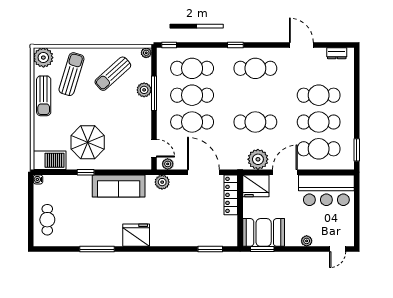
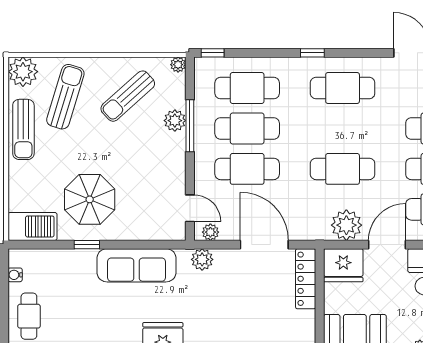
water cooler: (38, 179) -> (15, 275), moved

